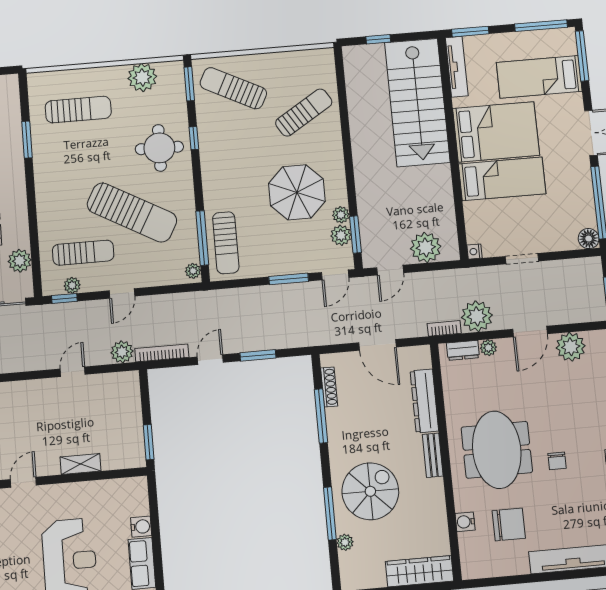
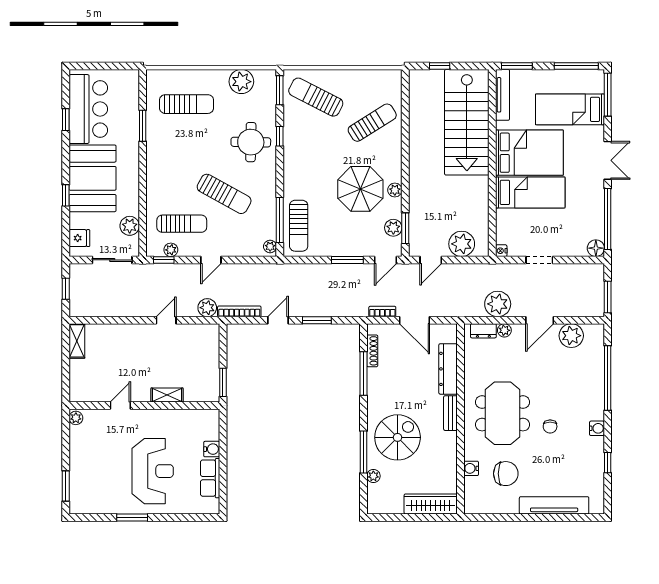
sun lounger: (132, 212) -> (224, 194), width x0.73, depth x0.75
plant: (341, 215) -> (395, 190), moved
bookcase: (444, 328) -> (382, 312), moved

